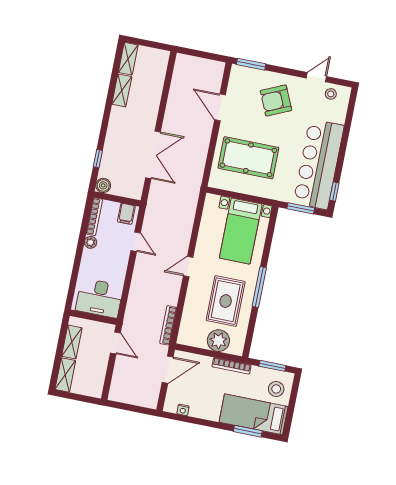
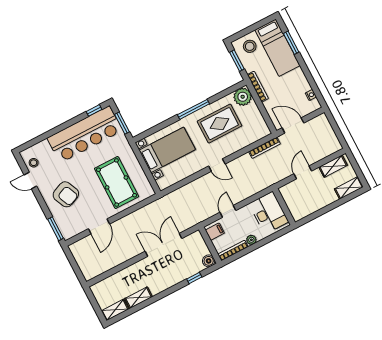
desk: (99, 298) -> (269, 213), moved
wall: (93, 317) -> (284, 207), moved
plant: (218, 341) -> (243, 97), moved
shelving: (72, 342) -> (333, 166), moved

